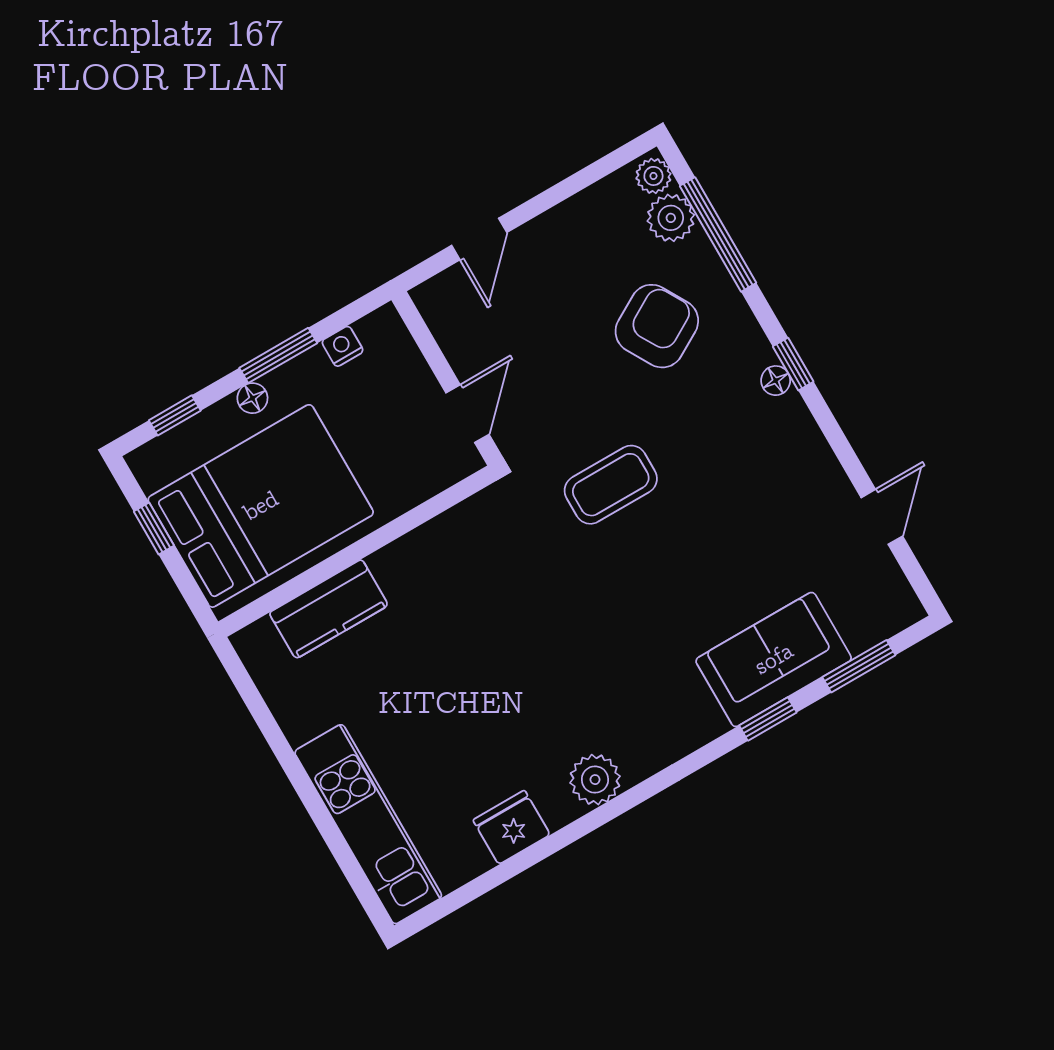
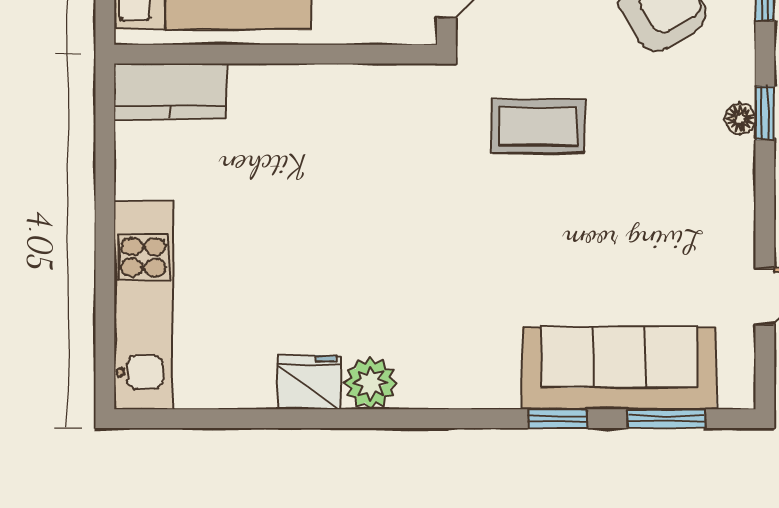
kitchen counter: (329, 609) -> (170, 91), moved
sofa: (774, 659) -> (619, 368), width x1.36
fridge: (512, 827) -> (309, 382), moved

